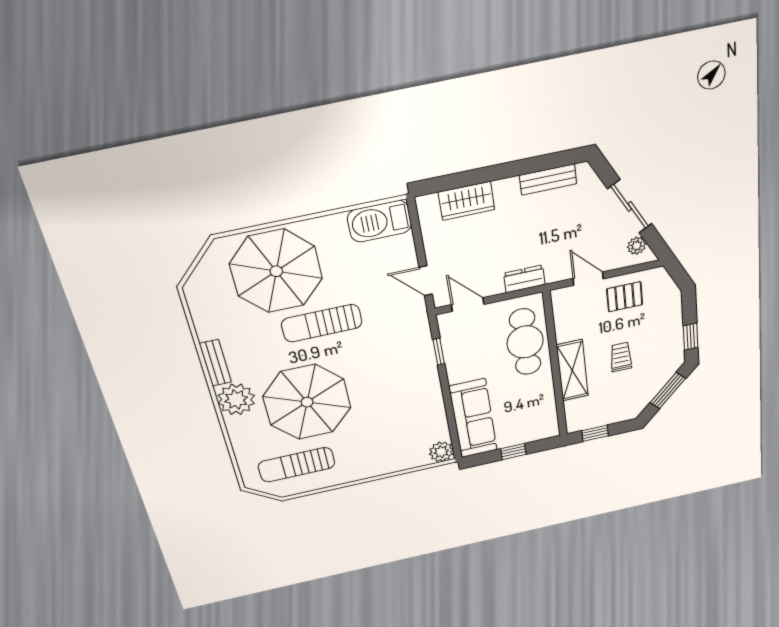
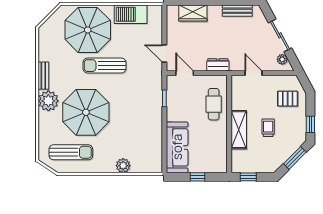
barbecue: (379, 221) -> (131, 14), moved
pallet: (625, 297) -> (288, 99), moved
cafe table: (525, 342) -> (214, 104), width x0.73, depth x0.74
plant: (441, 452) -> (123, 166), moved
sun lounger: (297, 465) -> (71, 152), turned 180

